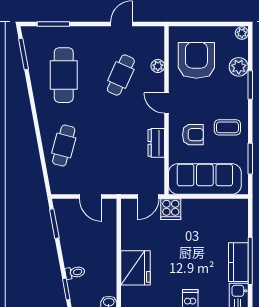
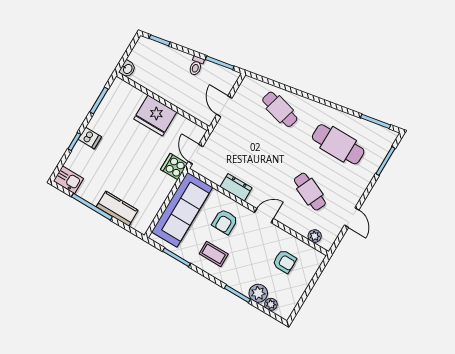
plant: (242, 33) -> (271, 304), moved
armchair: (196, 60) -> (285, 261), width x0.53, depth x0.53
plant: (158, 66) -> (315, 236), moved
coffee table: (227, 127) -> (214, 254), turned 90
door: (91, 196) -> (224, 106), hinge flipped
kitchen counter: (238, 262) -> (117, 209), moved
fridge: (135, 268) -> (155, 115), moved
toilet: (75, 272) -> (196, 66), moved

